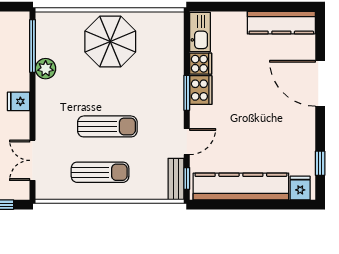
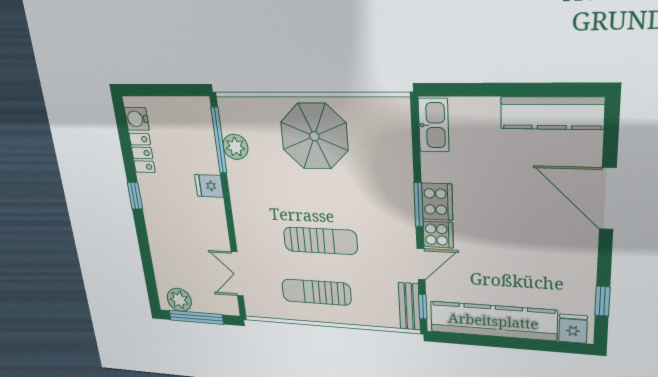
cooker: (201, 64) -> (438, 235), moved
plant: (46, 69) -> (235, 147), moved
fridge: (19, 101) -> (209, 186), moved
sun lounger: (100, 172) -> (316, 292), turned 180

